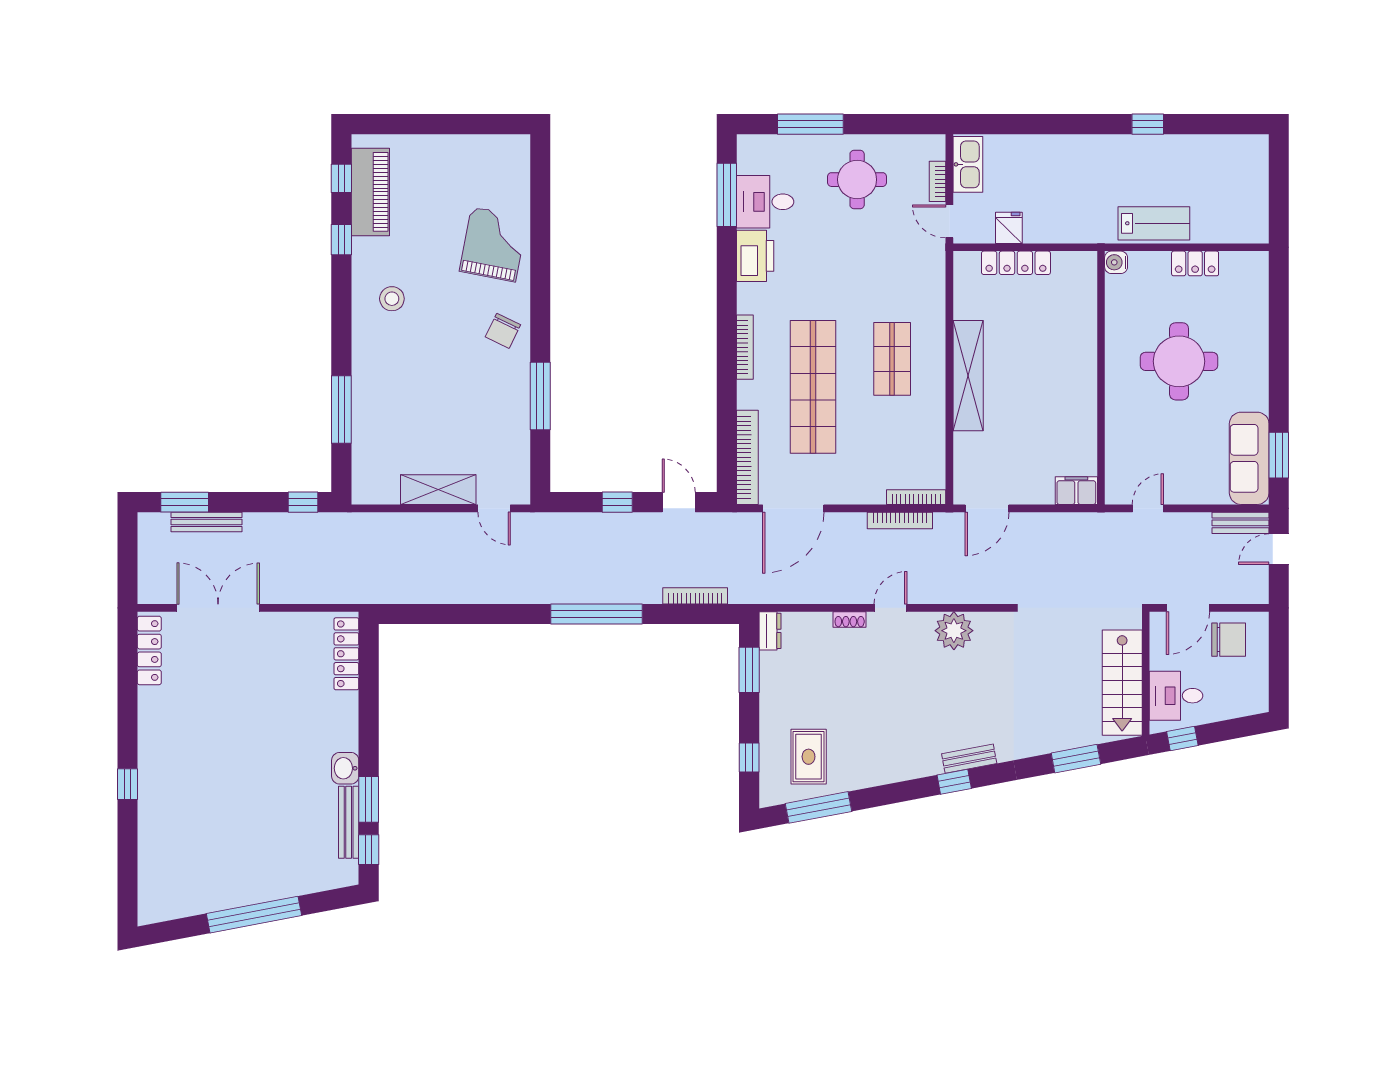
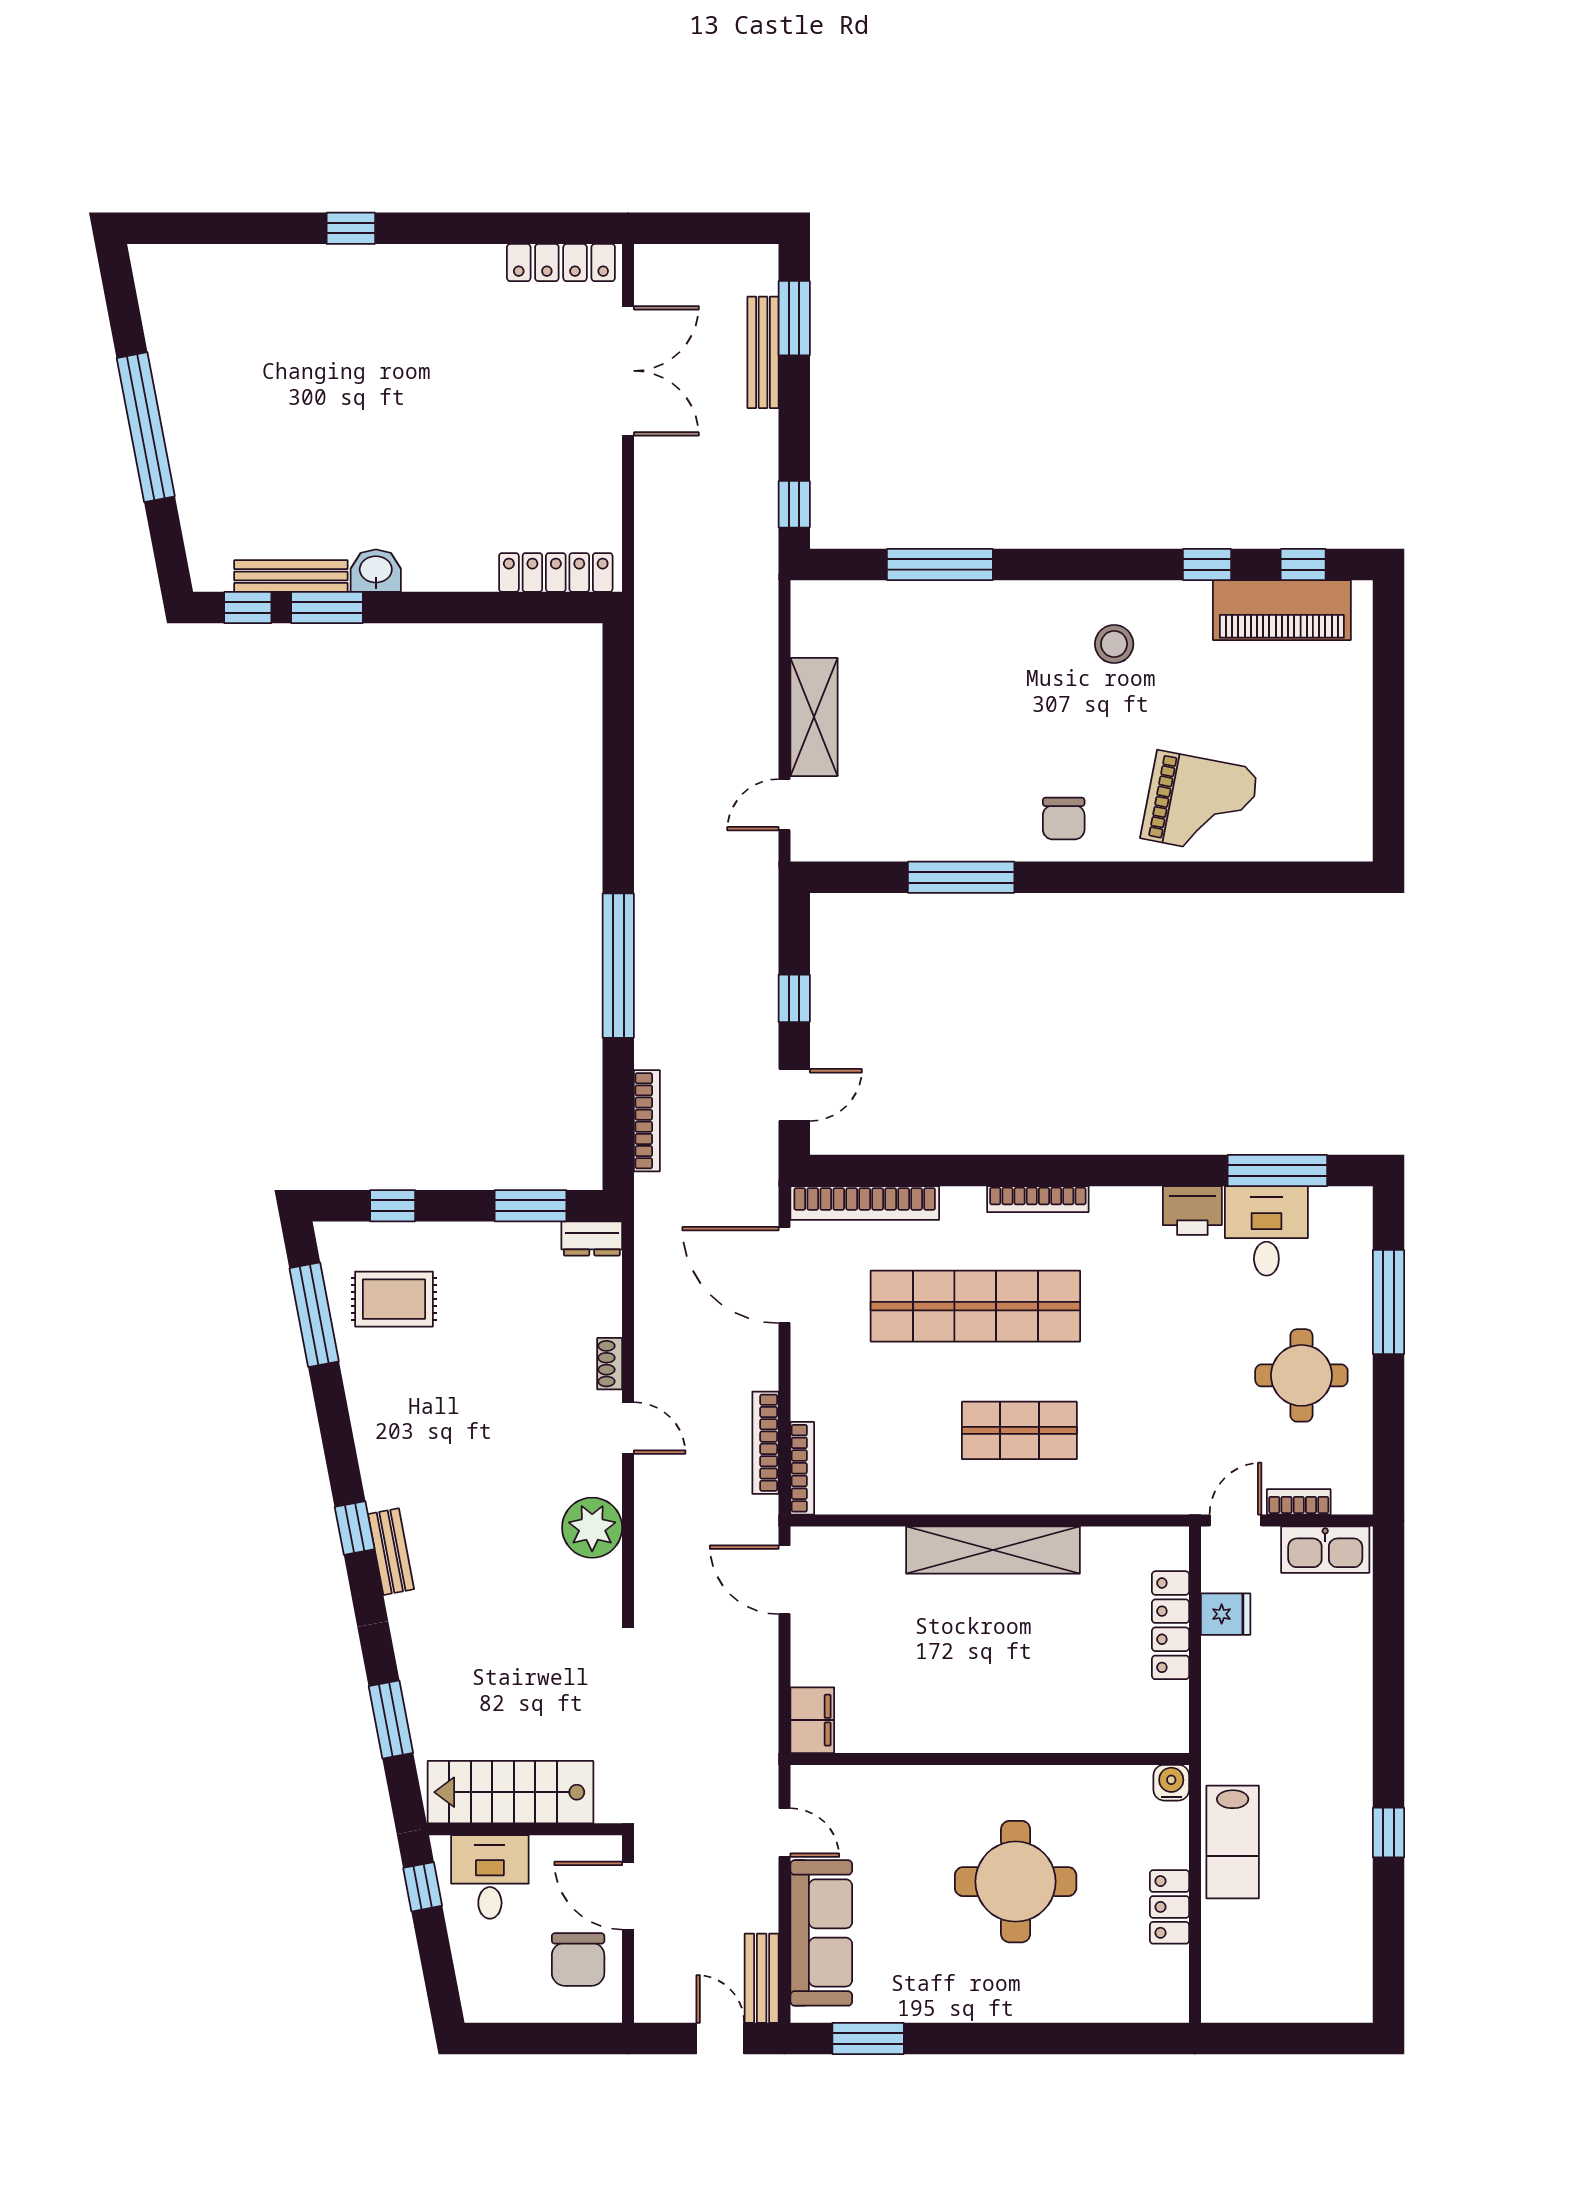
printer: (755, 256) -> (1192, 1211), width x0.73, depth x0.84
chair: (503, 331) -> (1064, 819), turned -116
sofa: (1249, 458) -> (821, 1933), moved, turned 90

